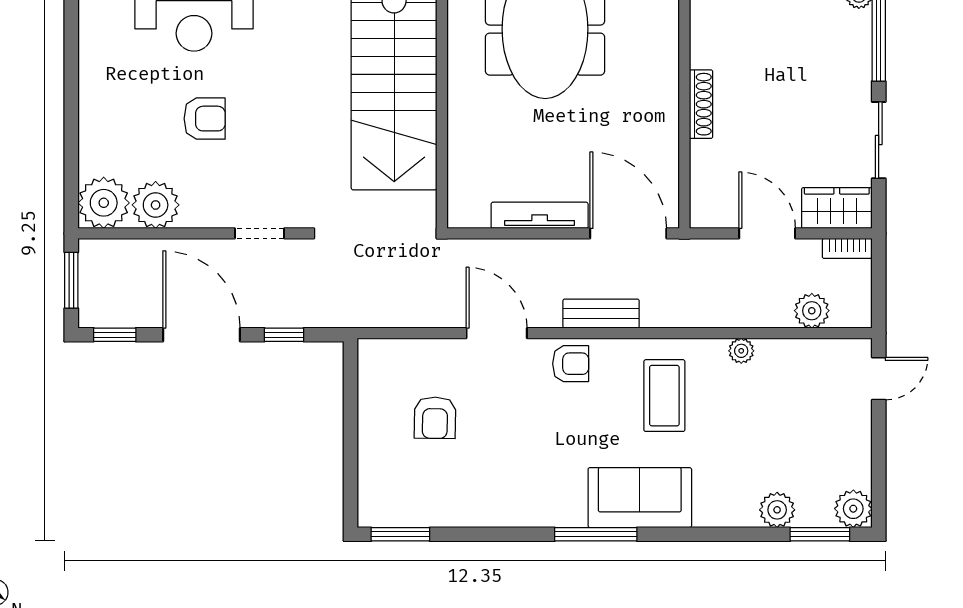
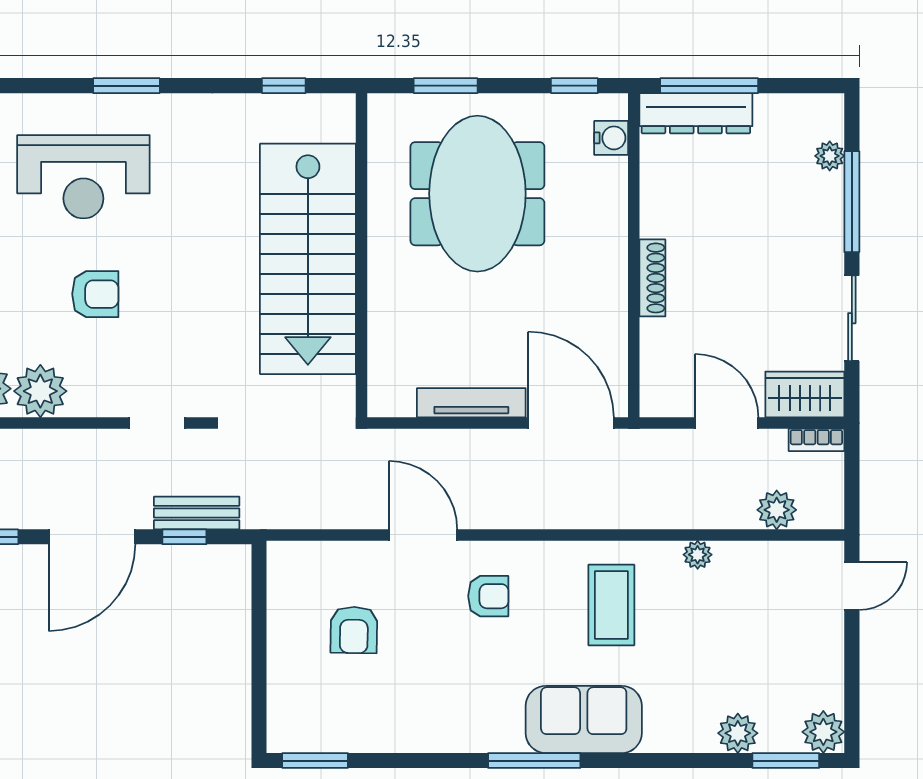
bench: (601, 314) -> (197, 513), moved
door: (202, 335) -> (92, 537), swing flipped
armchair: (571, 364) -> (488, 596), moved

